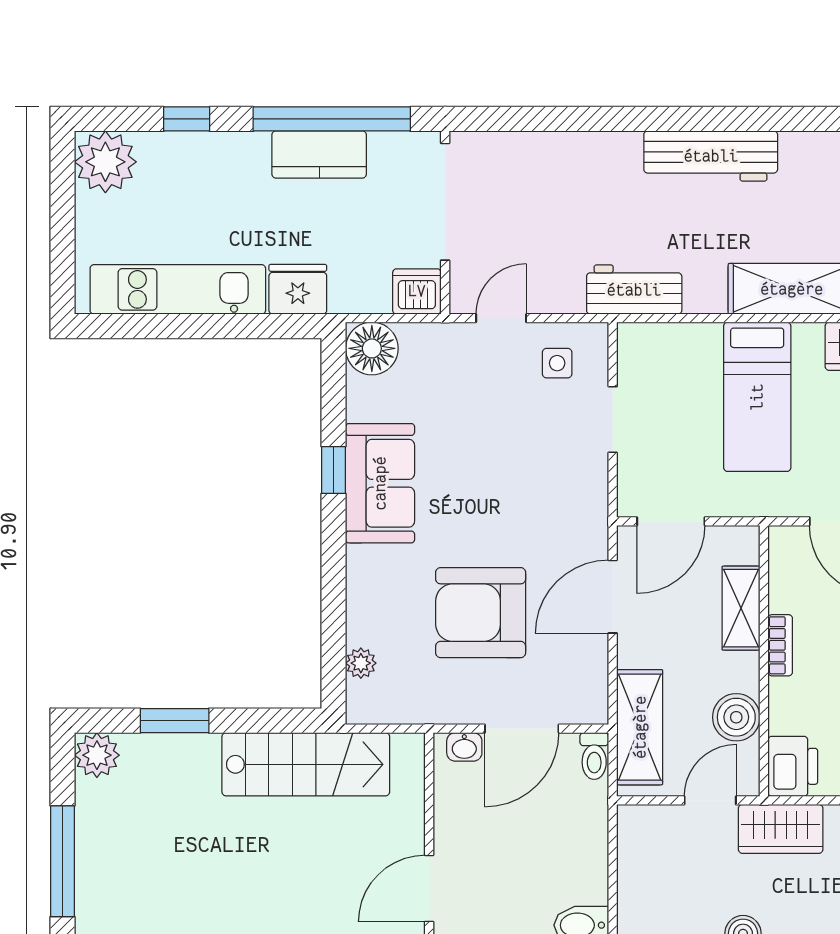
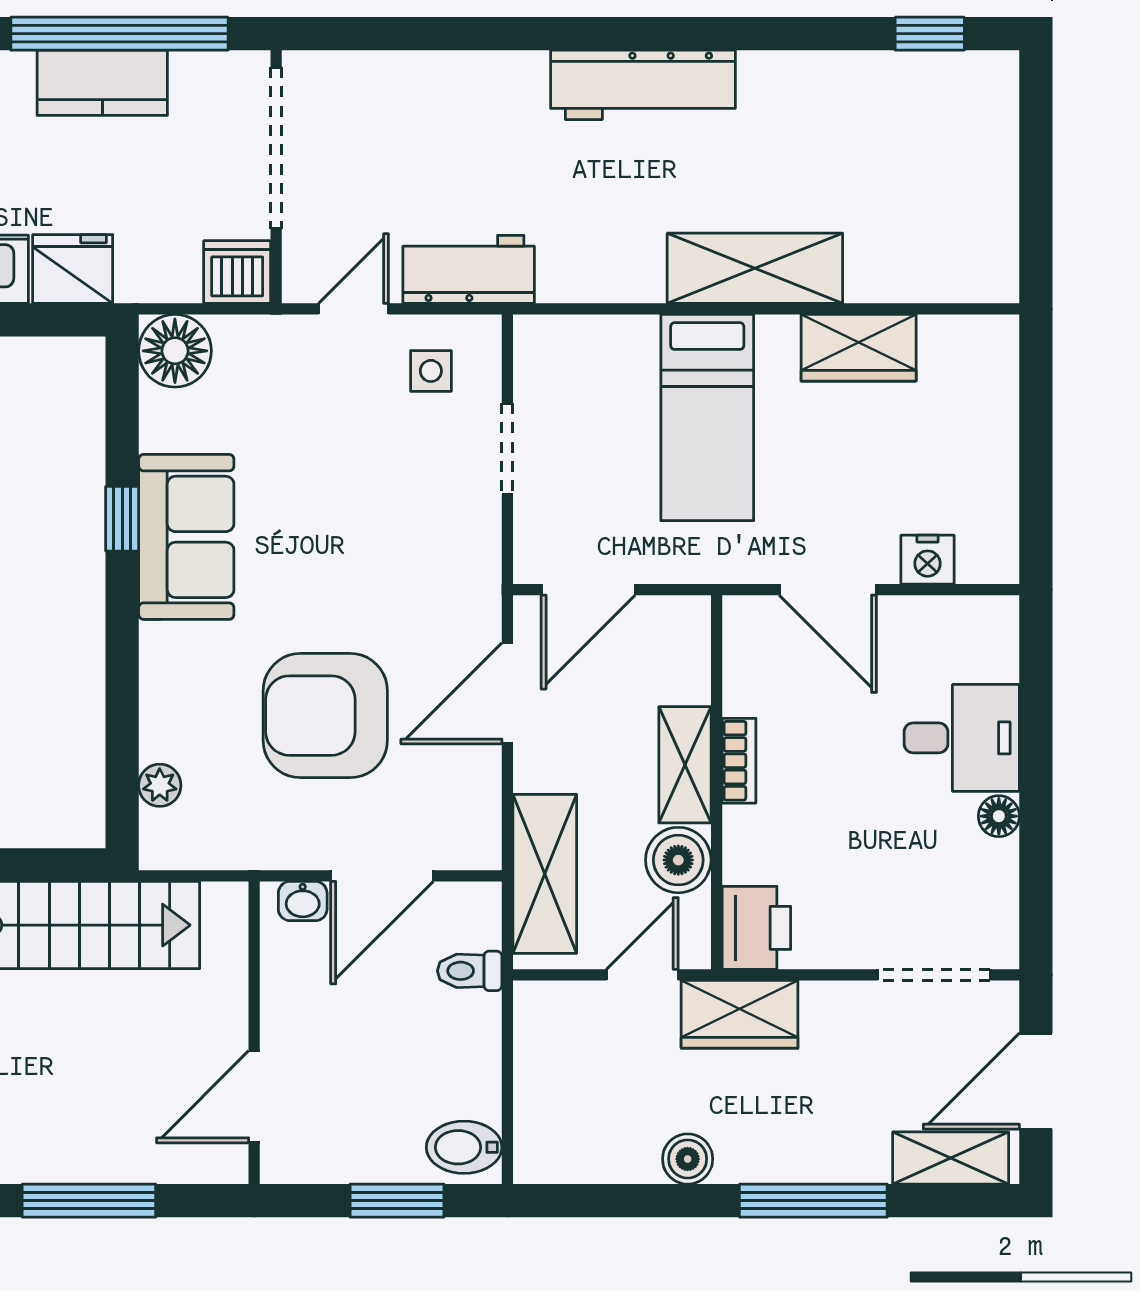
workbench: (634, 290) -> (469, 269), moved
shelving: (741, 608) -> (685, 765), moved
toilet: (594, 756) -> (470, 971), moved, turned 90

